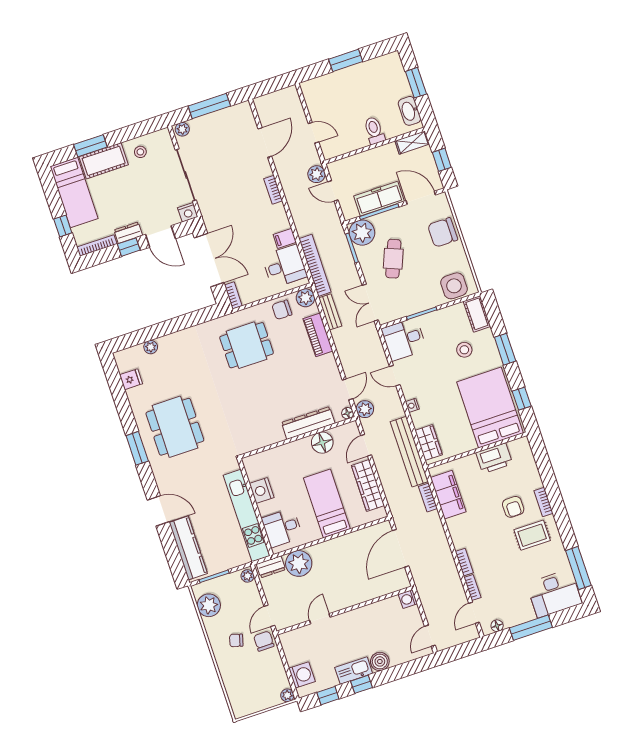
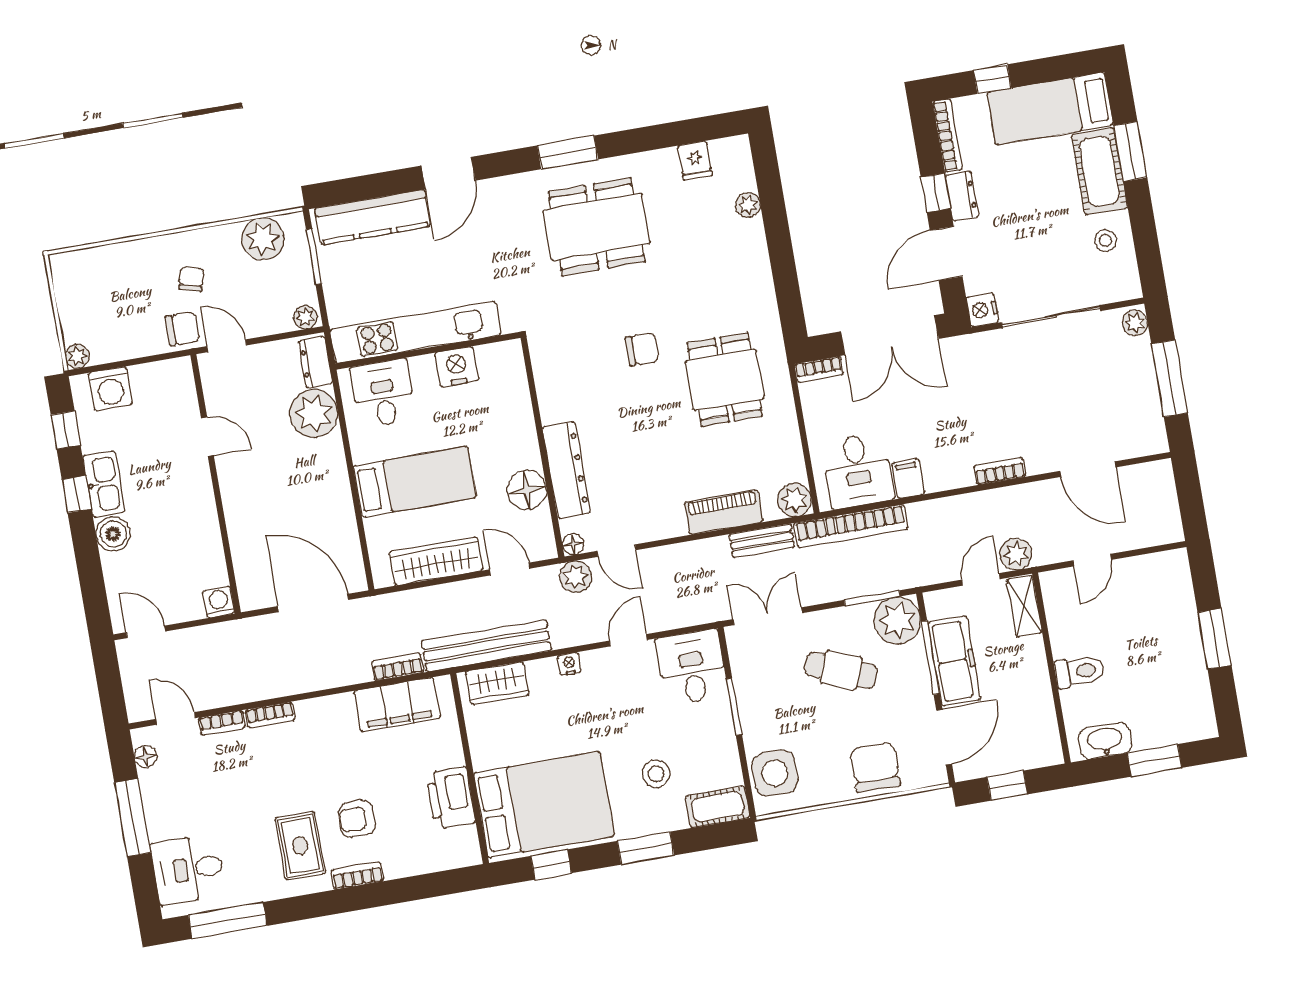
shelving: (412, 142) -> (1024, 606), moved
chair: (282, 310) -> (642, 349), moved, turned 90
desk: (554, 593) -> (188, 869), width x0.73

